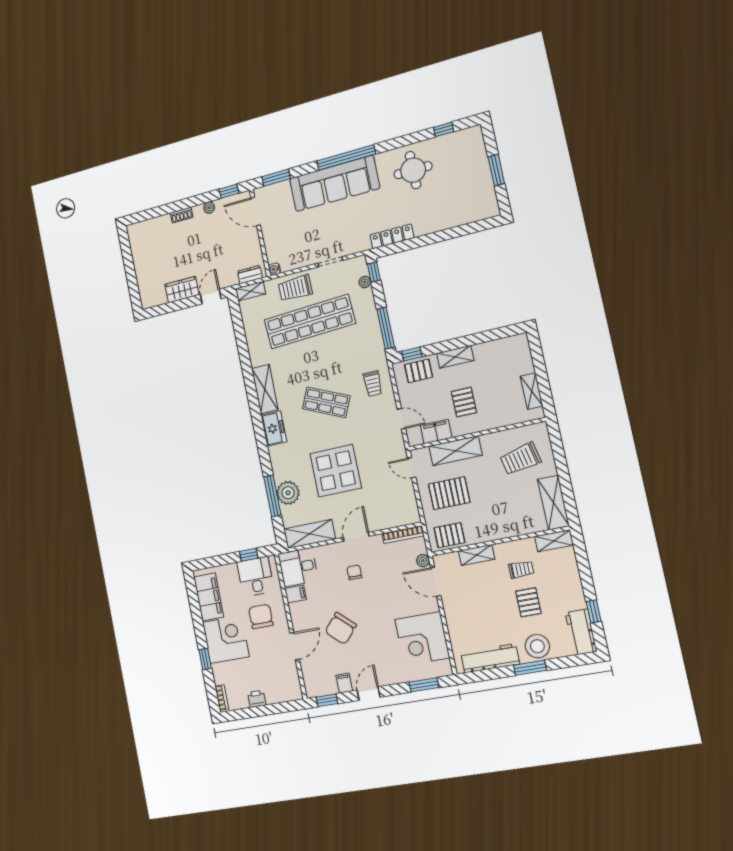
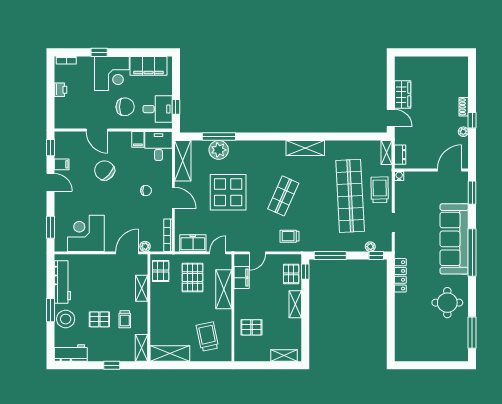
window: (444, 129) -> (472, 333), width x2.17
window: (496, 170) -> (430, 365), removed
window: (229, 191) -> (472, 120), moved
shelving: (532, 391) -> (284, 356), moved
pallet: (464, 402) -> (251, 327), moved
freezer: (274, 428) -> (193, 243), moved, turned 180
window: (594, 611) -> (112, 365), moved

